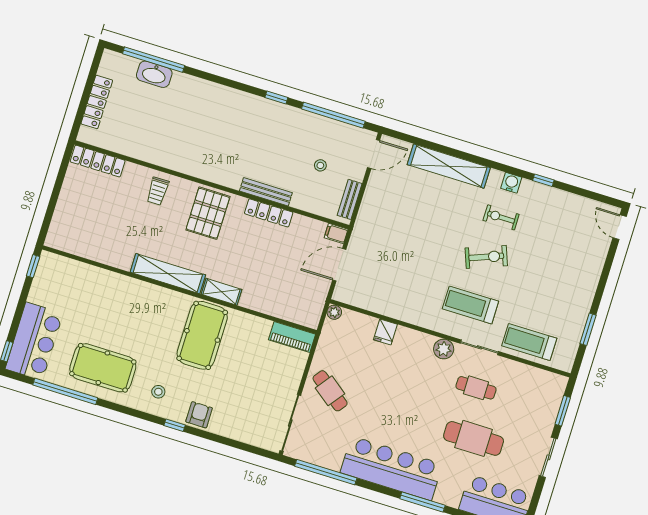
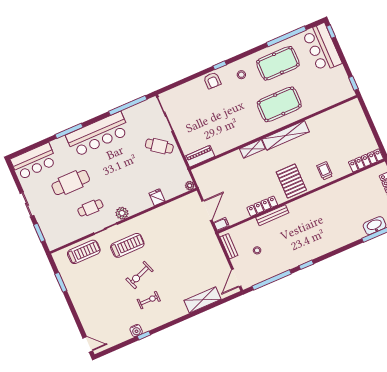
shelving: (449, 166) -> (202, 300), width x0.68
water cooler: (511, 183) -> (136, 330), moved
pool table: (202, 335) -> (279, 104), moved, turned 90

